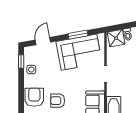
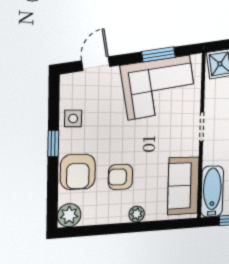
window: (21, 62) -> (53, 143), moved
armchair: (34, 97) -> (78, 172), turned 180

